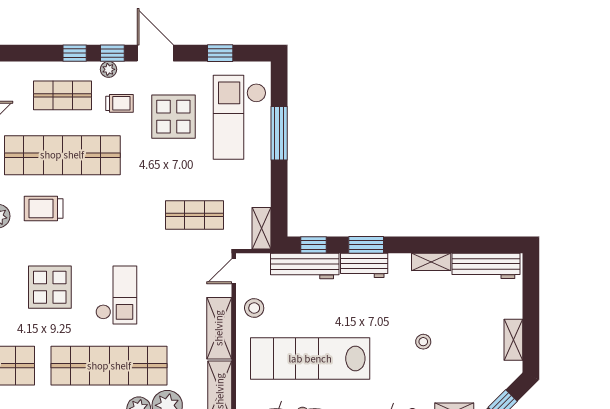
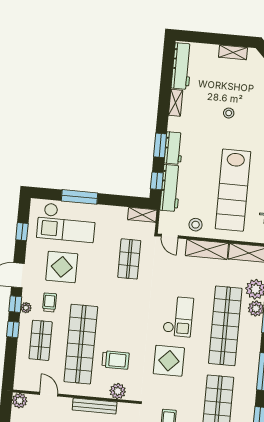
trolley: (44, 209) -> (115, 360), turned -90
checkout: (116, 295) -> (178, 317), turned 90

